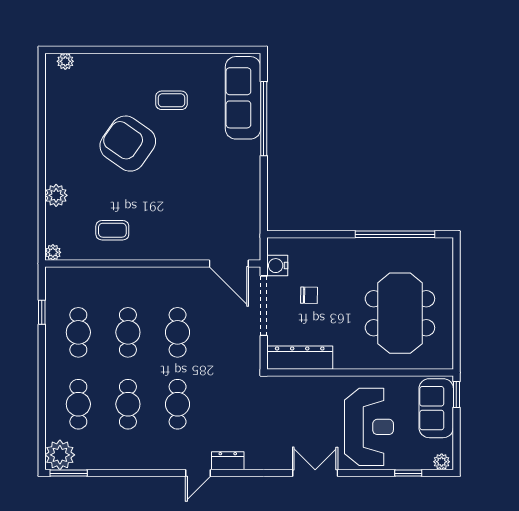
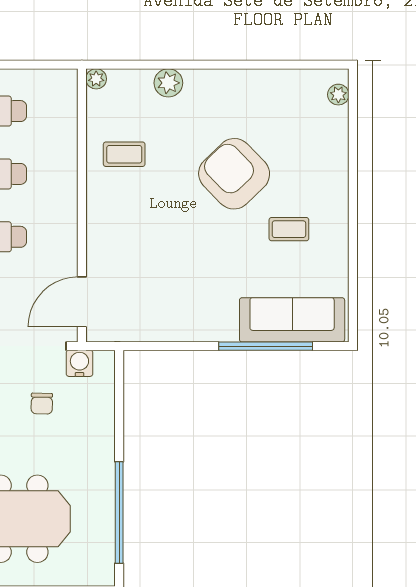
coffee table: (171, 100) -> (289, 229), turned 90
armchair: (128, 144) -> (234, 174), turned -79
coffee table: (112, 230) -> (124, 154), turned 90
window: (42, 312) -> (20, 65), removed

